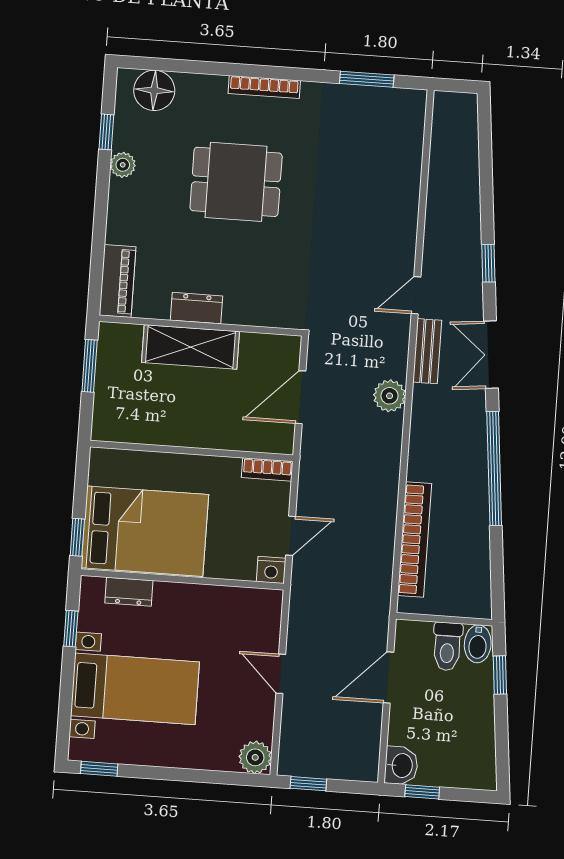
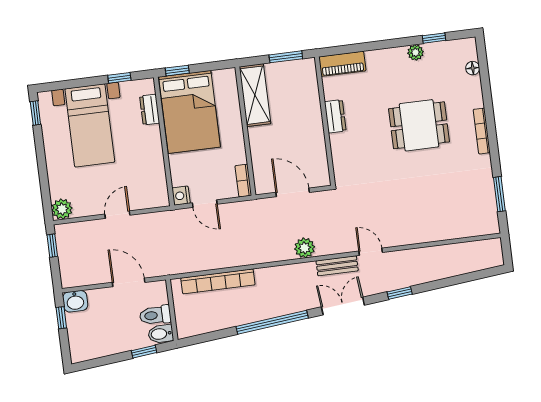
floor lamp: (154, 90) -> (473, 68), width x0.53, depth x0.53
dining table: (236, 182) -> (419, 125), turned 90
shelving: (190, 347) -> (255, 95), moved

